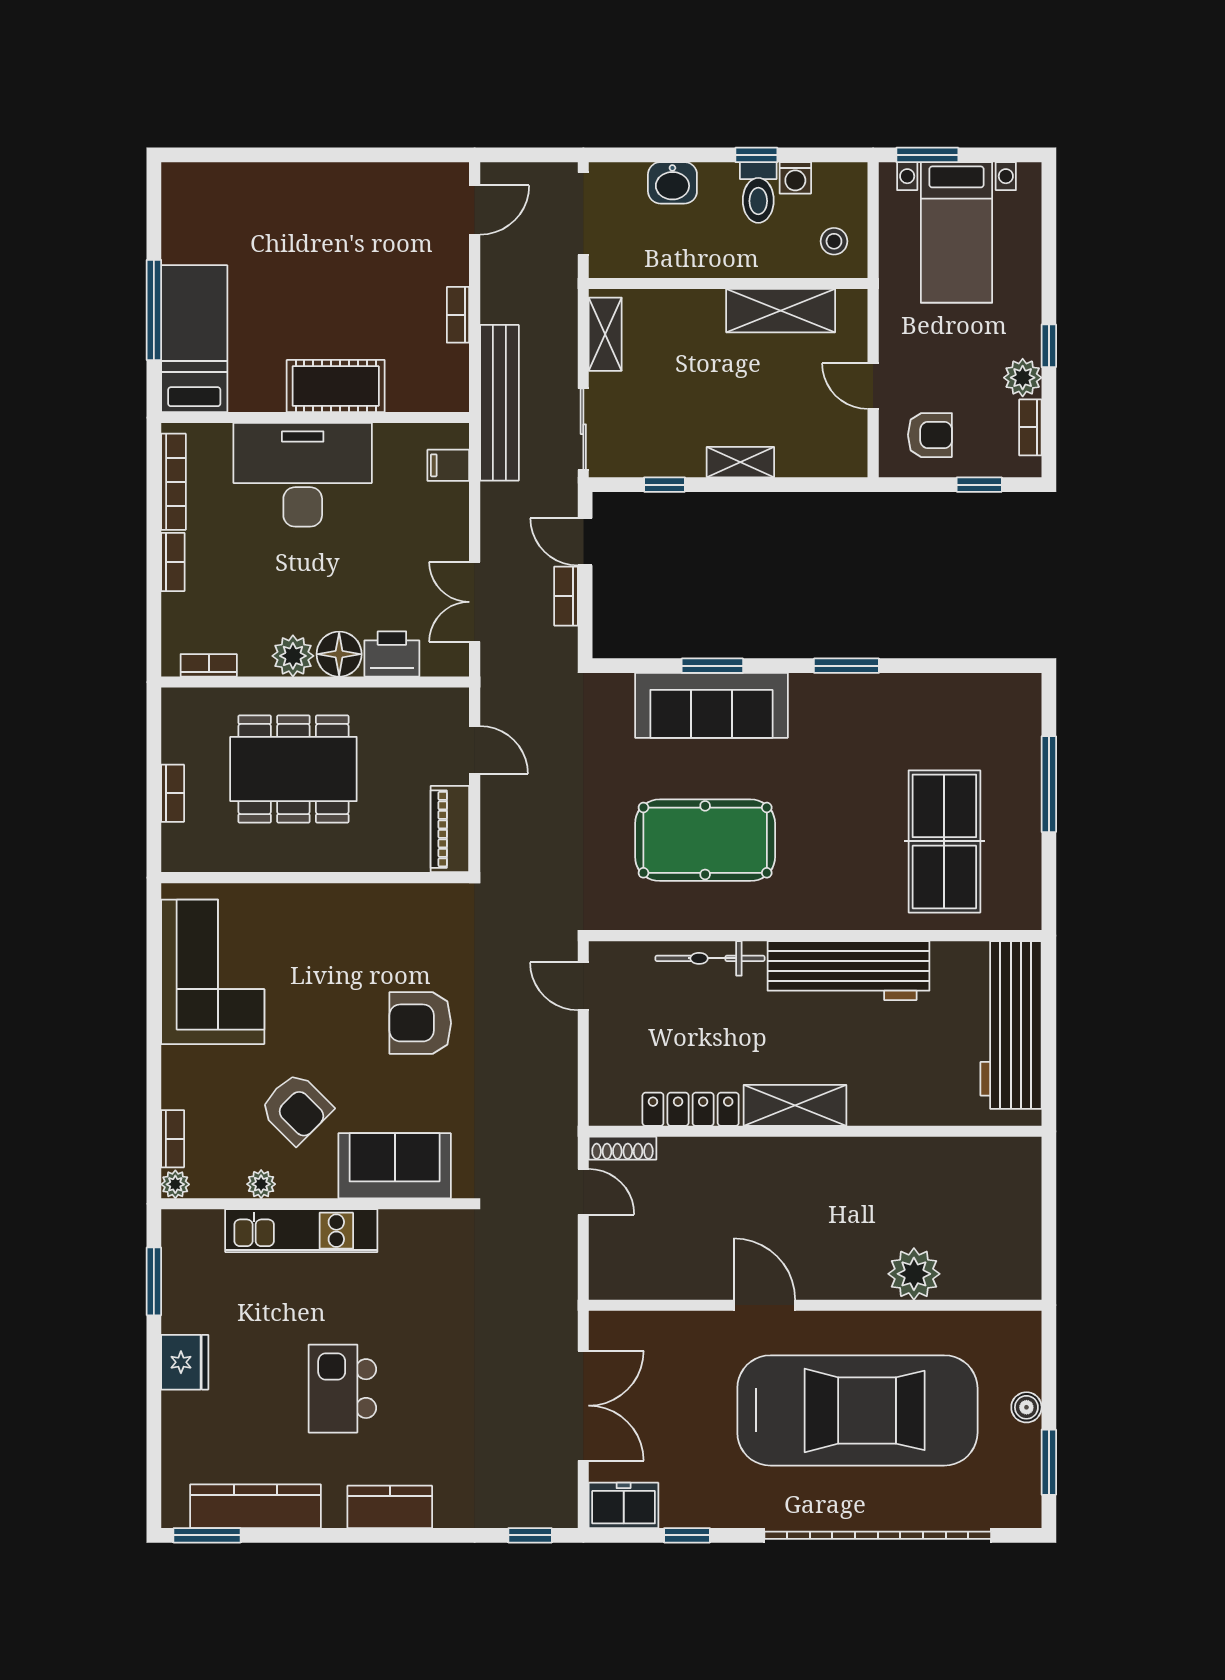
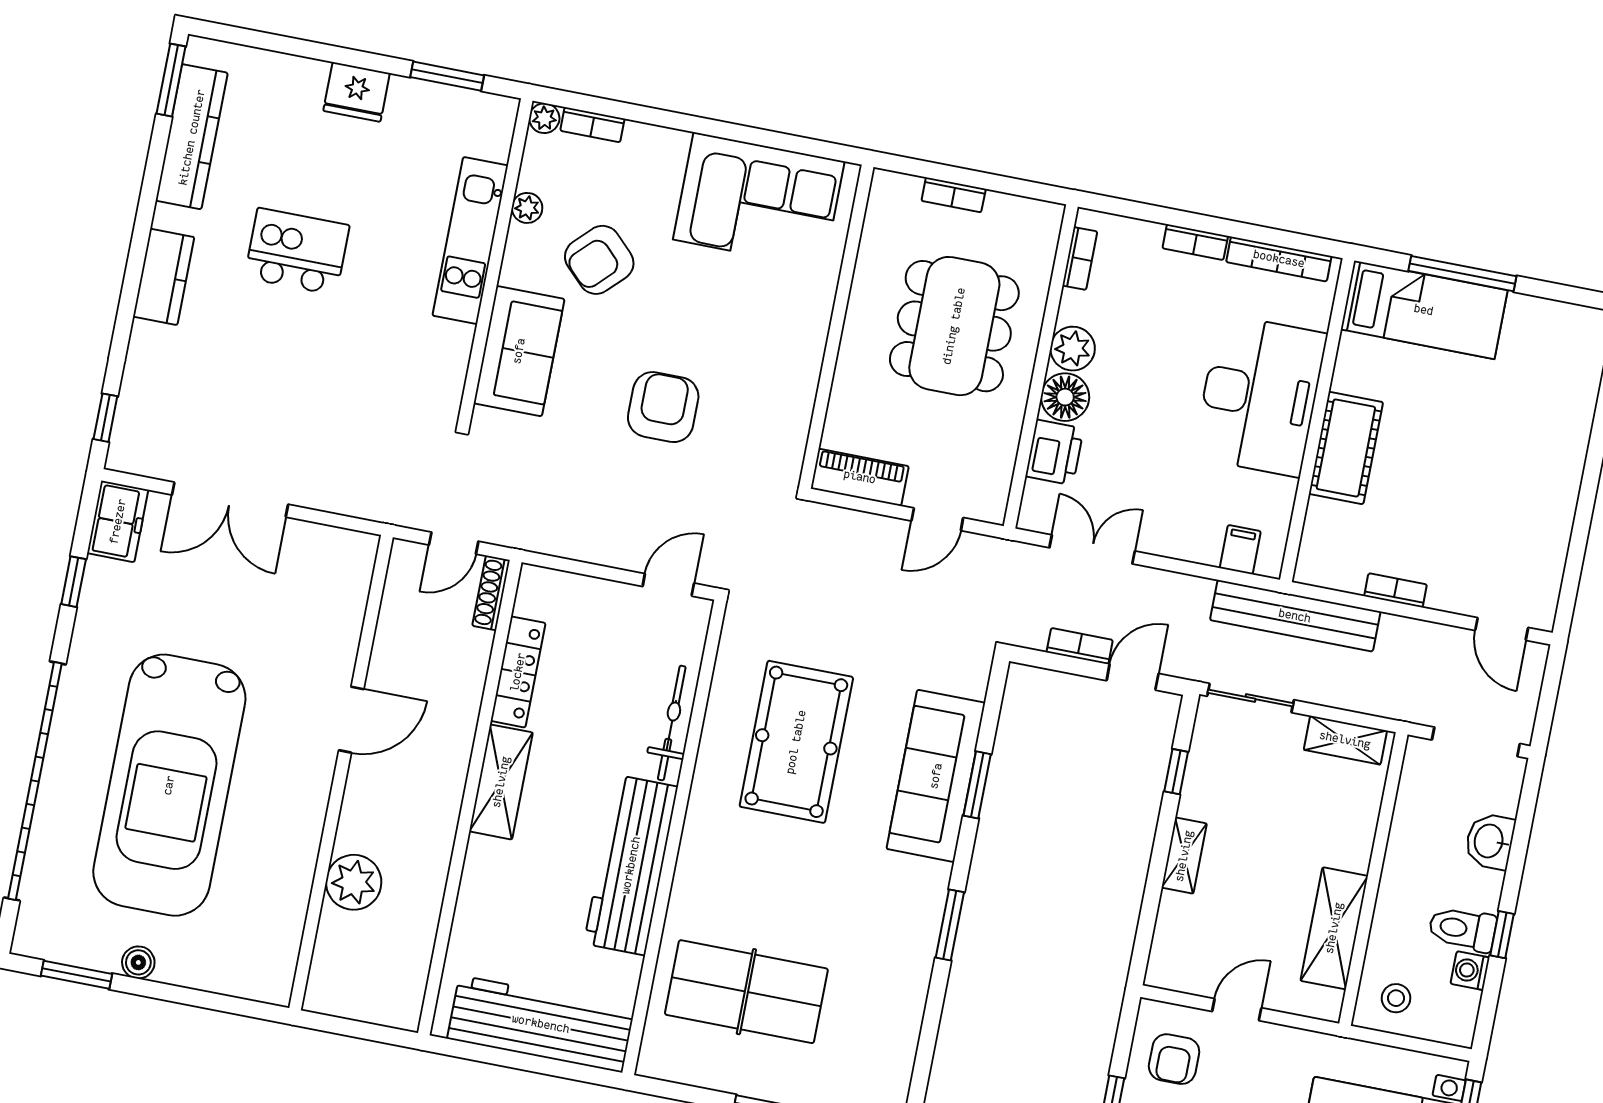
plant: (914, 1274) -> (354, 882), moved
door: (764, 1305) -> (351, 720), moved
wall: (815, 1305) -> (341, 773), moved

